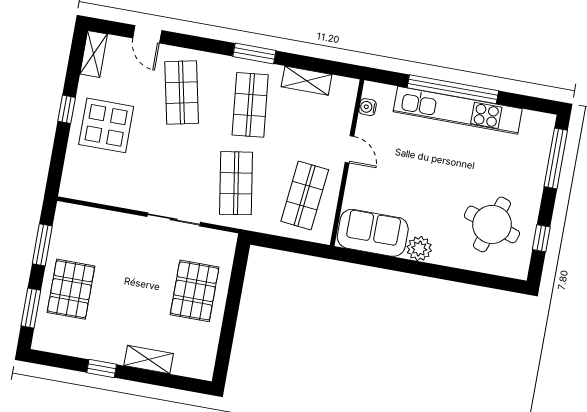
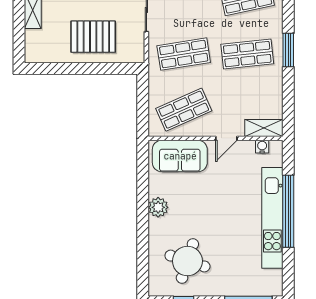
shelving: (307, 81) -> (264, 128), moved, turned 90
shop shelf: (305, 196) -> (184, 110), turned -30
sofa: (373, 233) -> (180, 156), moved, turned 90

